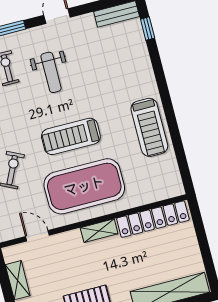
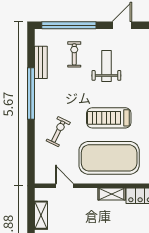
weight bench: (51, 72) -> (106, 66), turned 180

